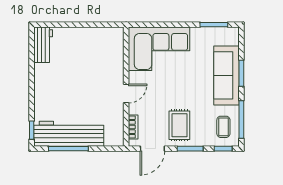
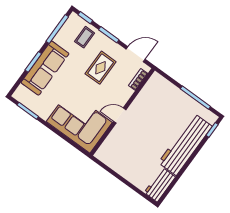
door: (126, 94) -> (120, 116), moved
rug: (179, 125) -> (101, 68), moved
coffee table: (223, 127) -> (85, 37), moved
workbench: (69, 134) -> (185, 144), moved, turned 90

